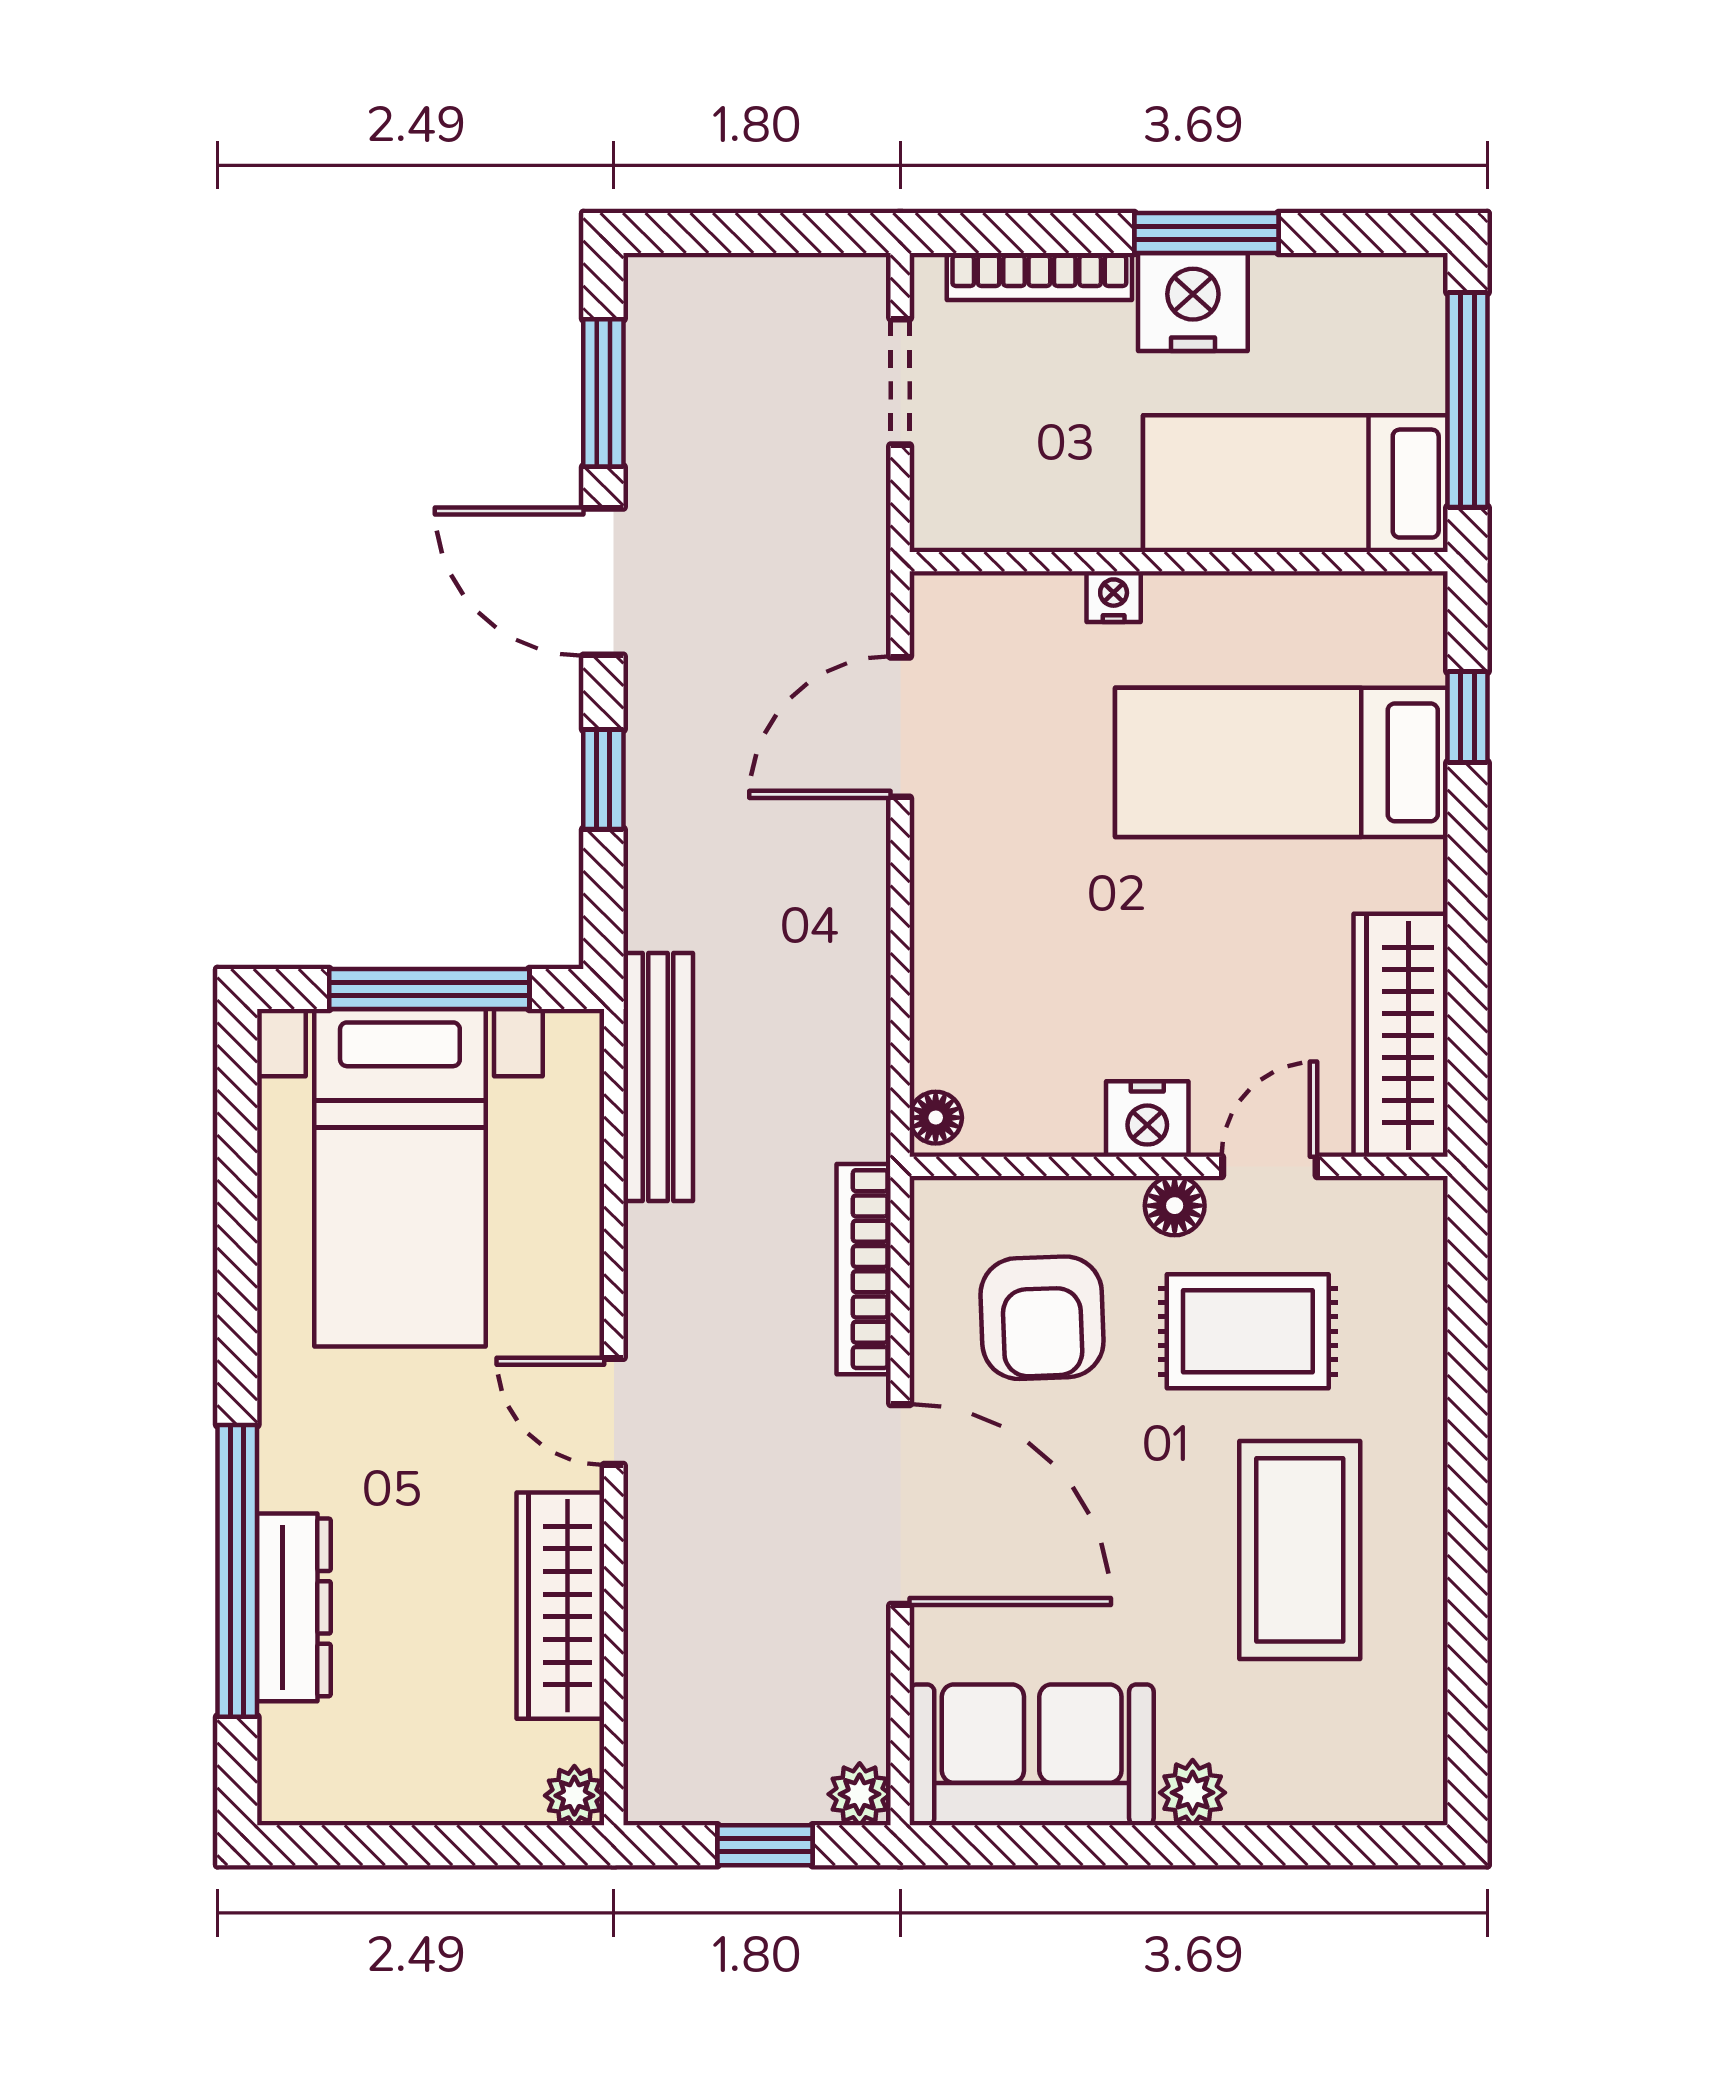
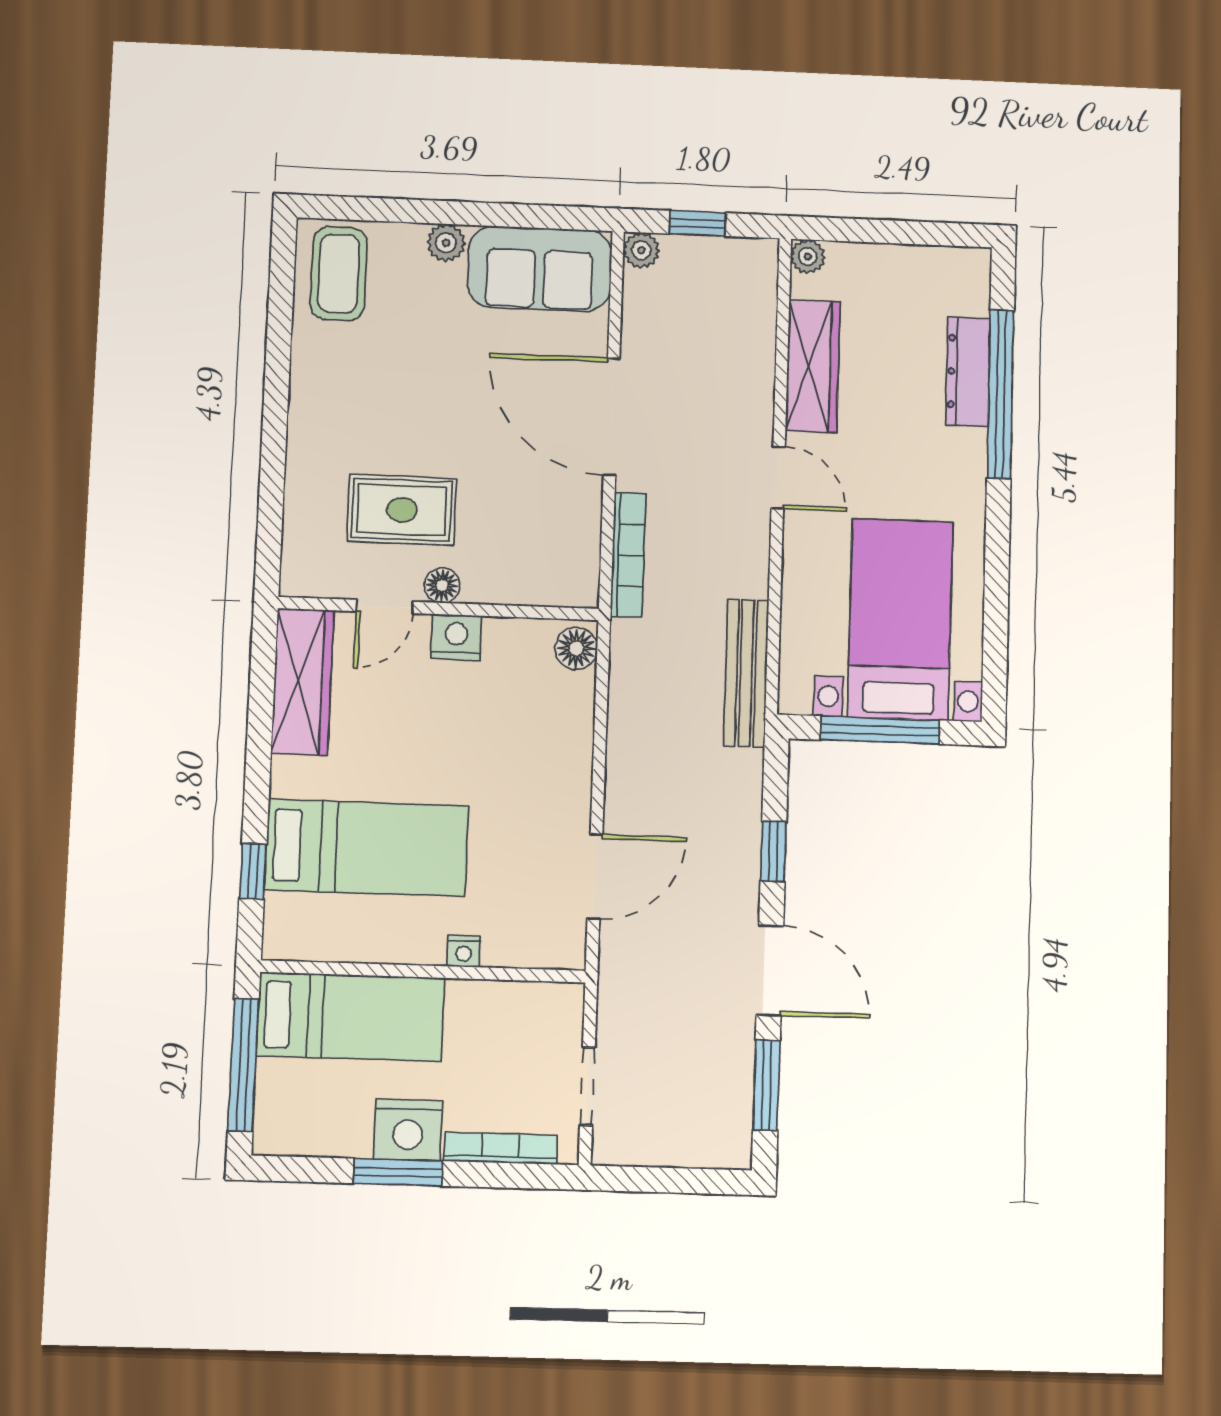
floor lamp: (936, 1118) -> (576, 648), width x1.37, depth x1.37
armchair: (1042, 1318) -> (524, 522), removed
coffee table: (1300, 1550) -> (339, 274), moved, width x0.73, depth x0.76

